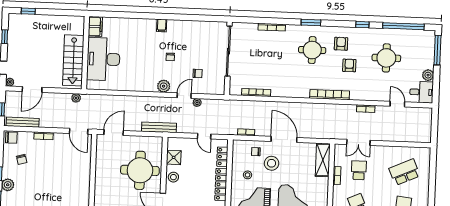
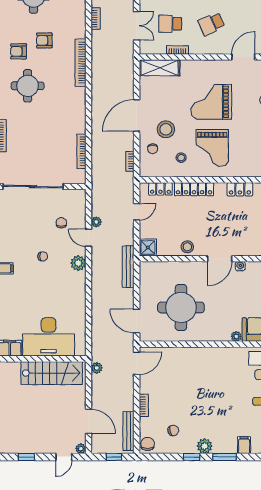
shower: (174, 157) -> (148, 247), moved
round table: (140, 170) -> (181, 307), moved

